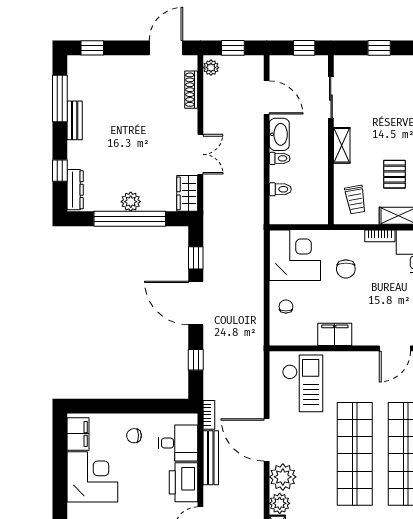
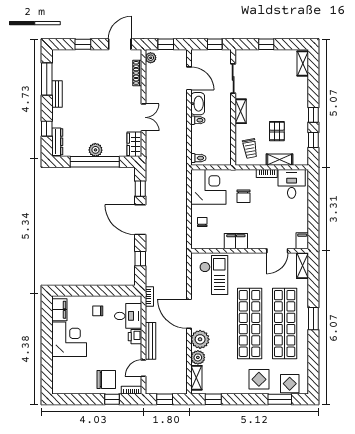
window: (92, 48) -> (83, 44), moved
toilet: (280, 189) -> (198, 158), moved
bench: (211, 458) -> (151, 341), moved
printer: (184, 482) -> (135, 337), width x0.53, depth x0.68

